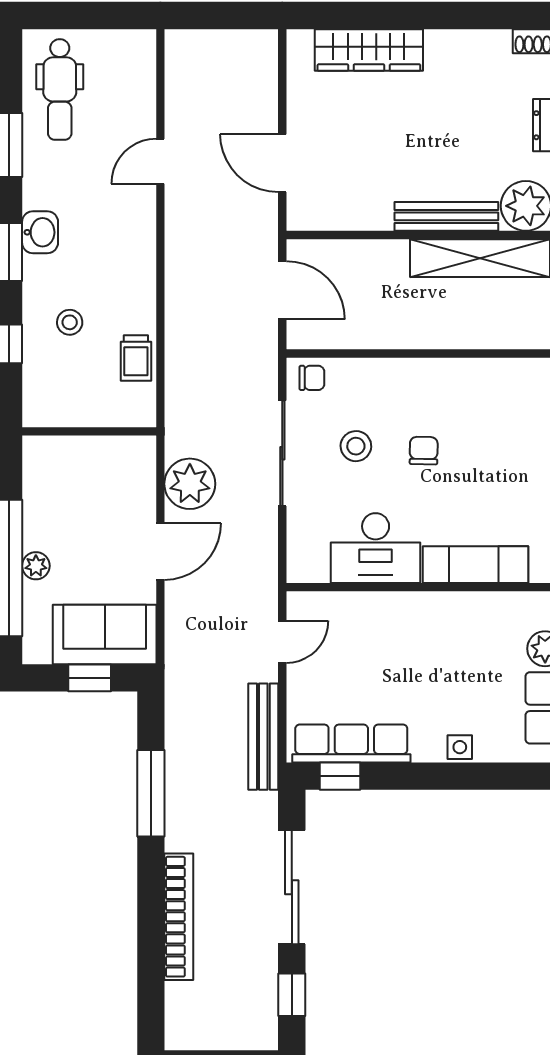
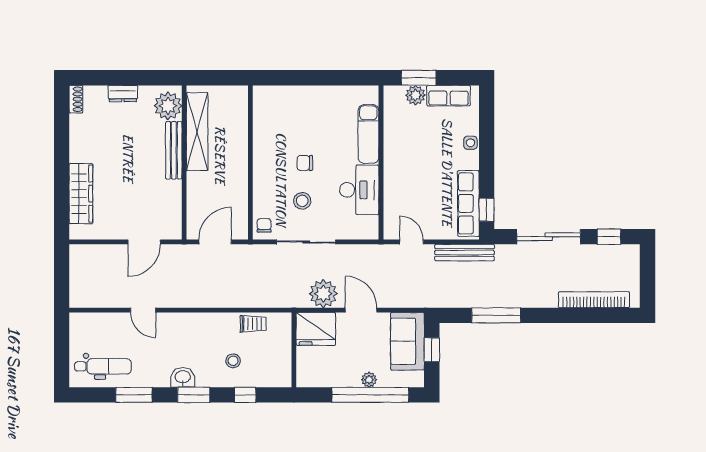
fridge: (127, 470) -> (316, 329), added
bookcase: (179, 917) -> (594, 300), moved

